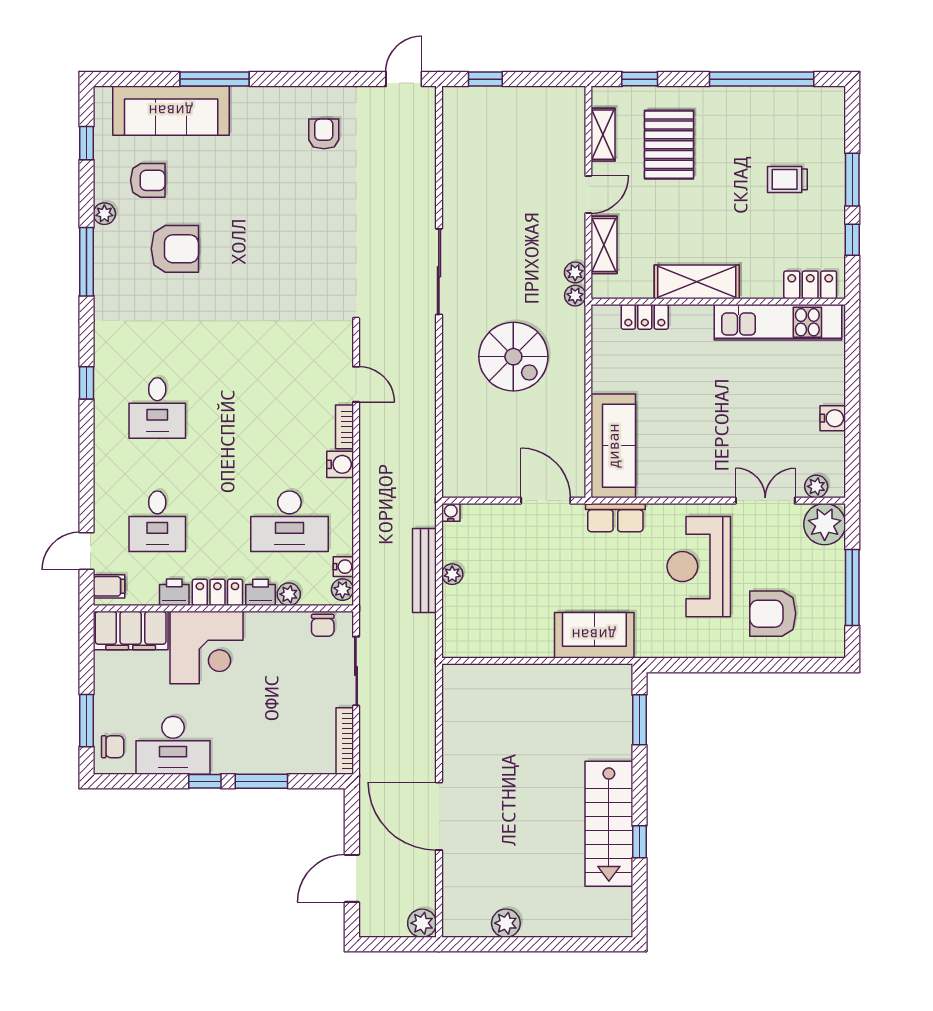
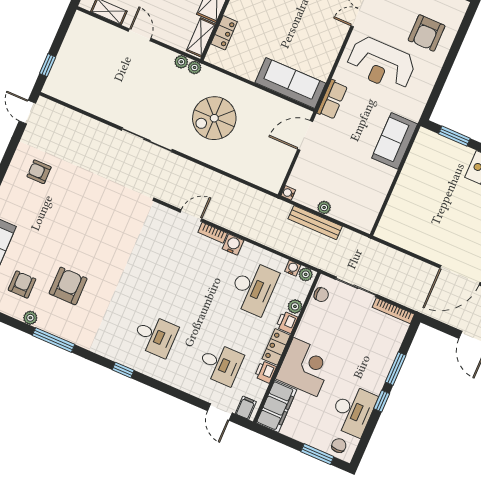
shelving: (604, 245) -> (201, 37), moved, turned 90
spiral stairs: (513, 357) -> (214, 118), turned 180

